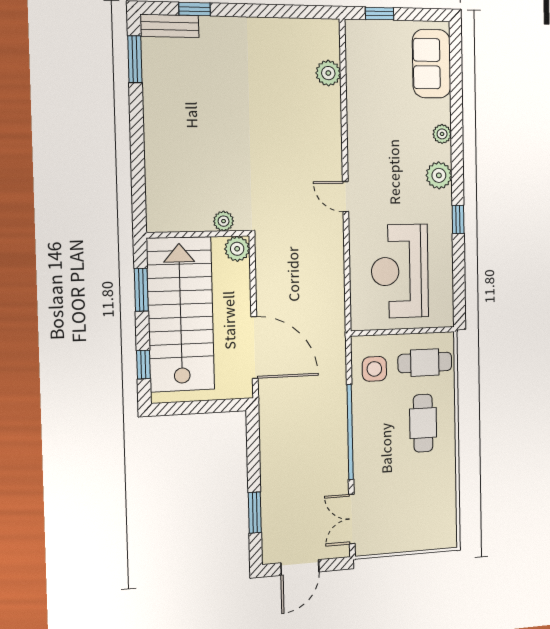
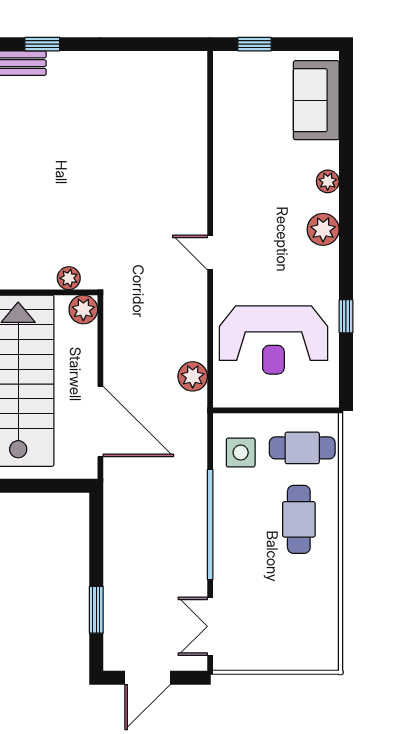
plant: (328, 73) -> (193, 376), moved
window: (458, 219) -> (346, 316), moved
reception desk: (400, 271) -> (273, 340), turned -90

